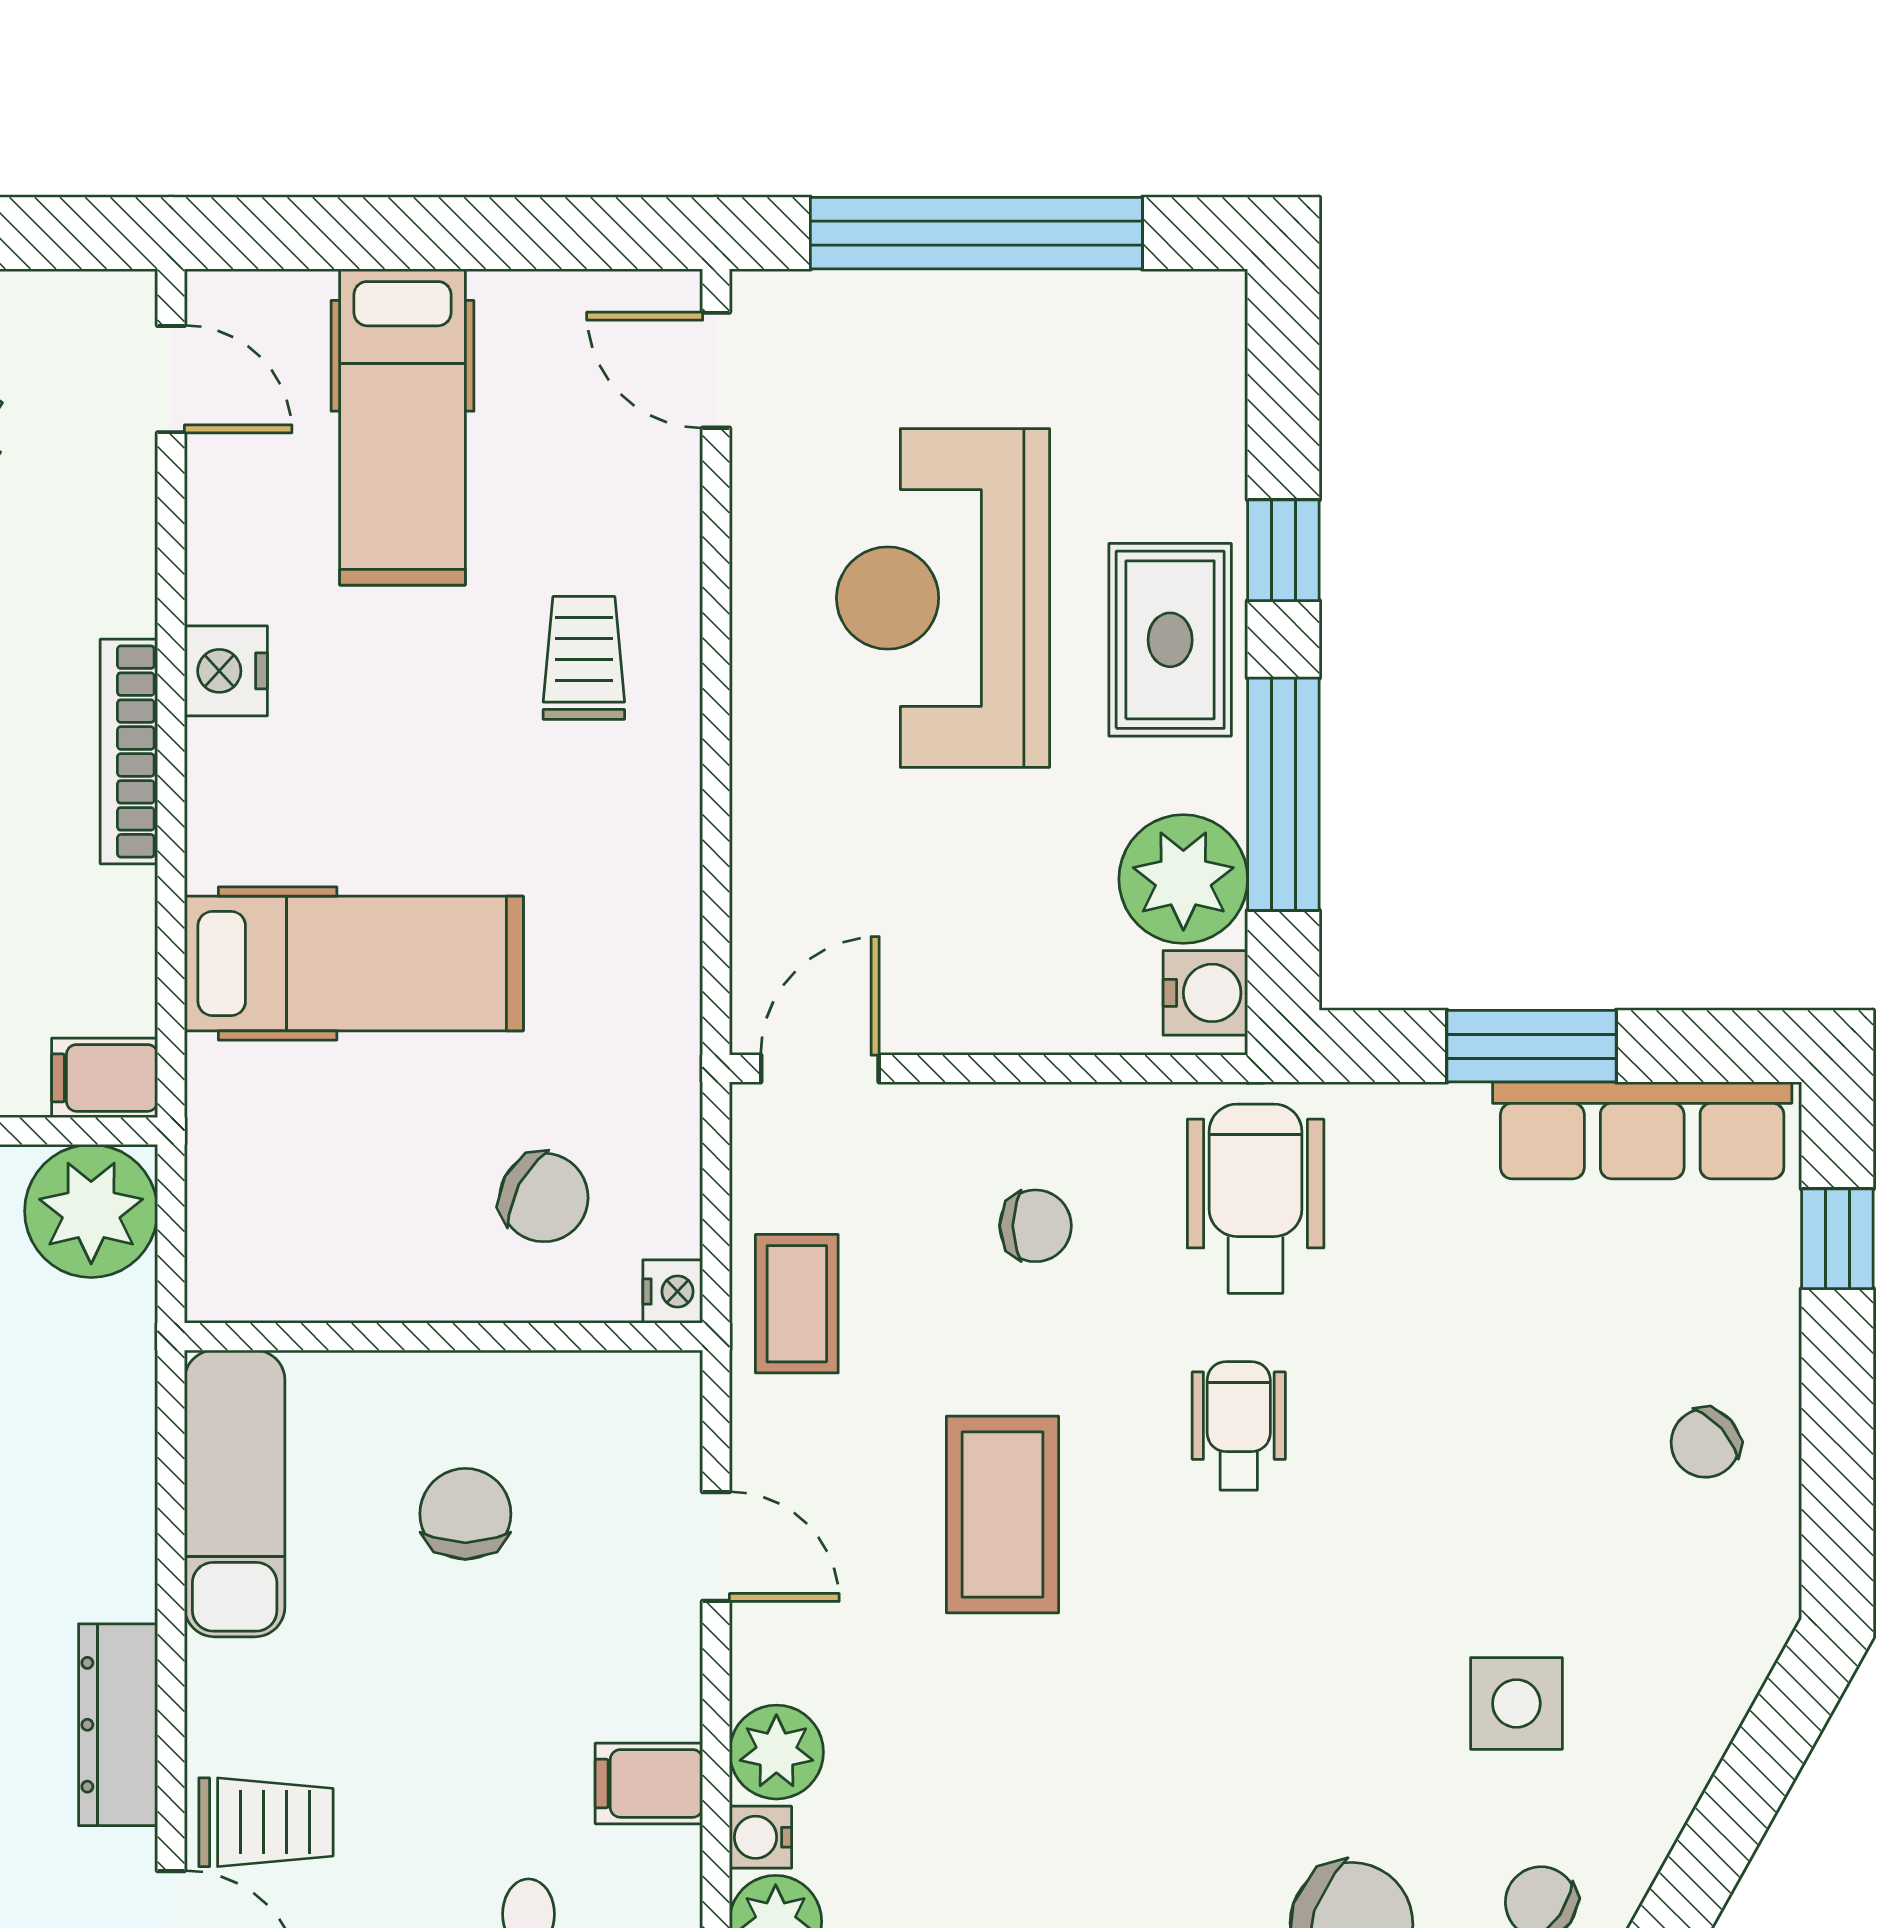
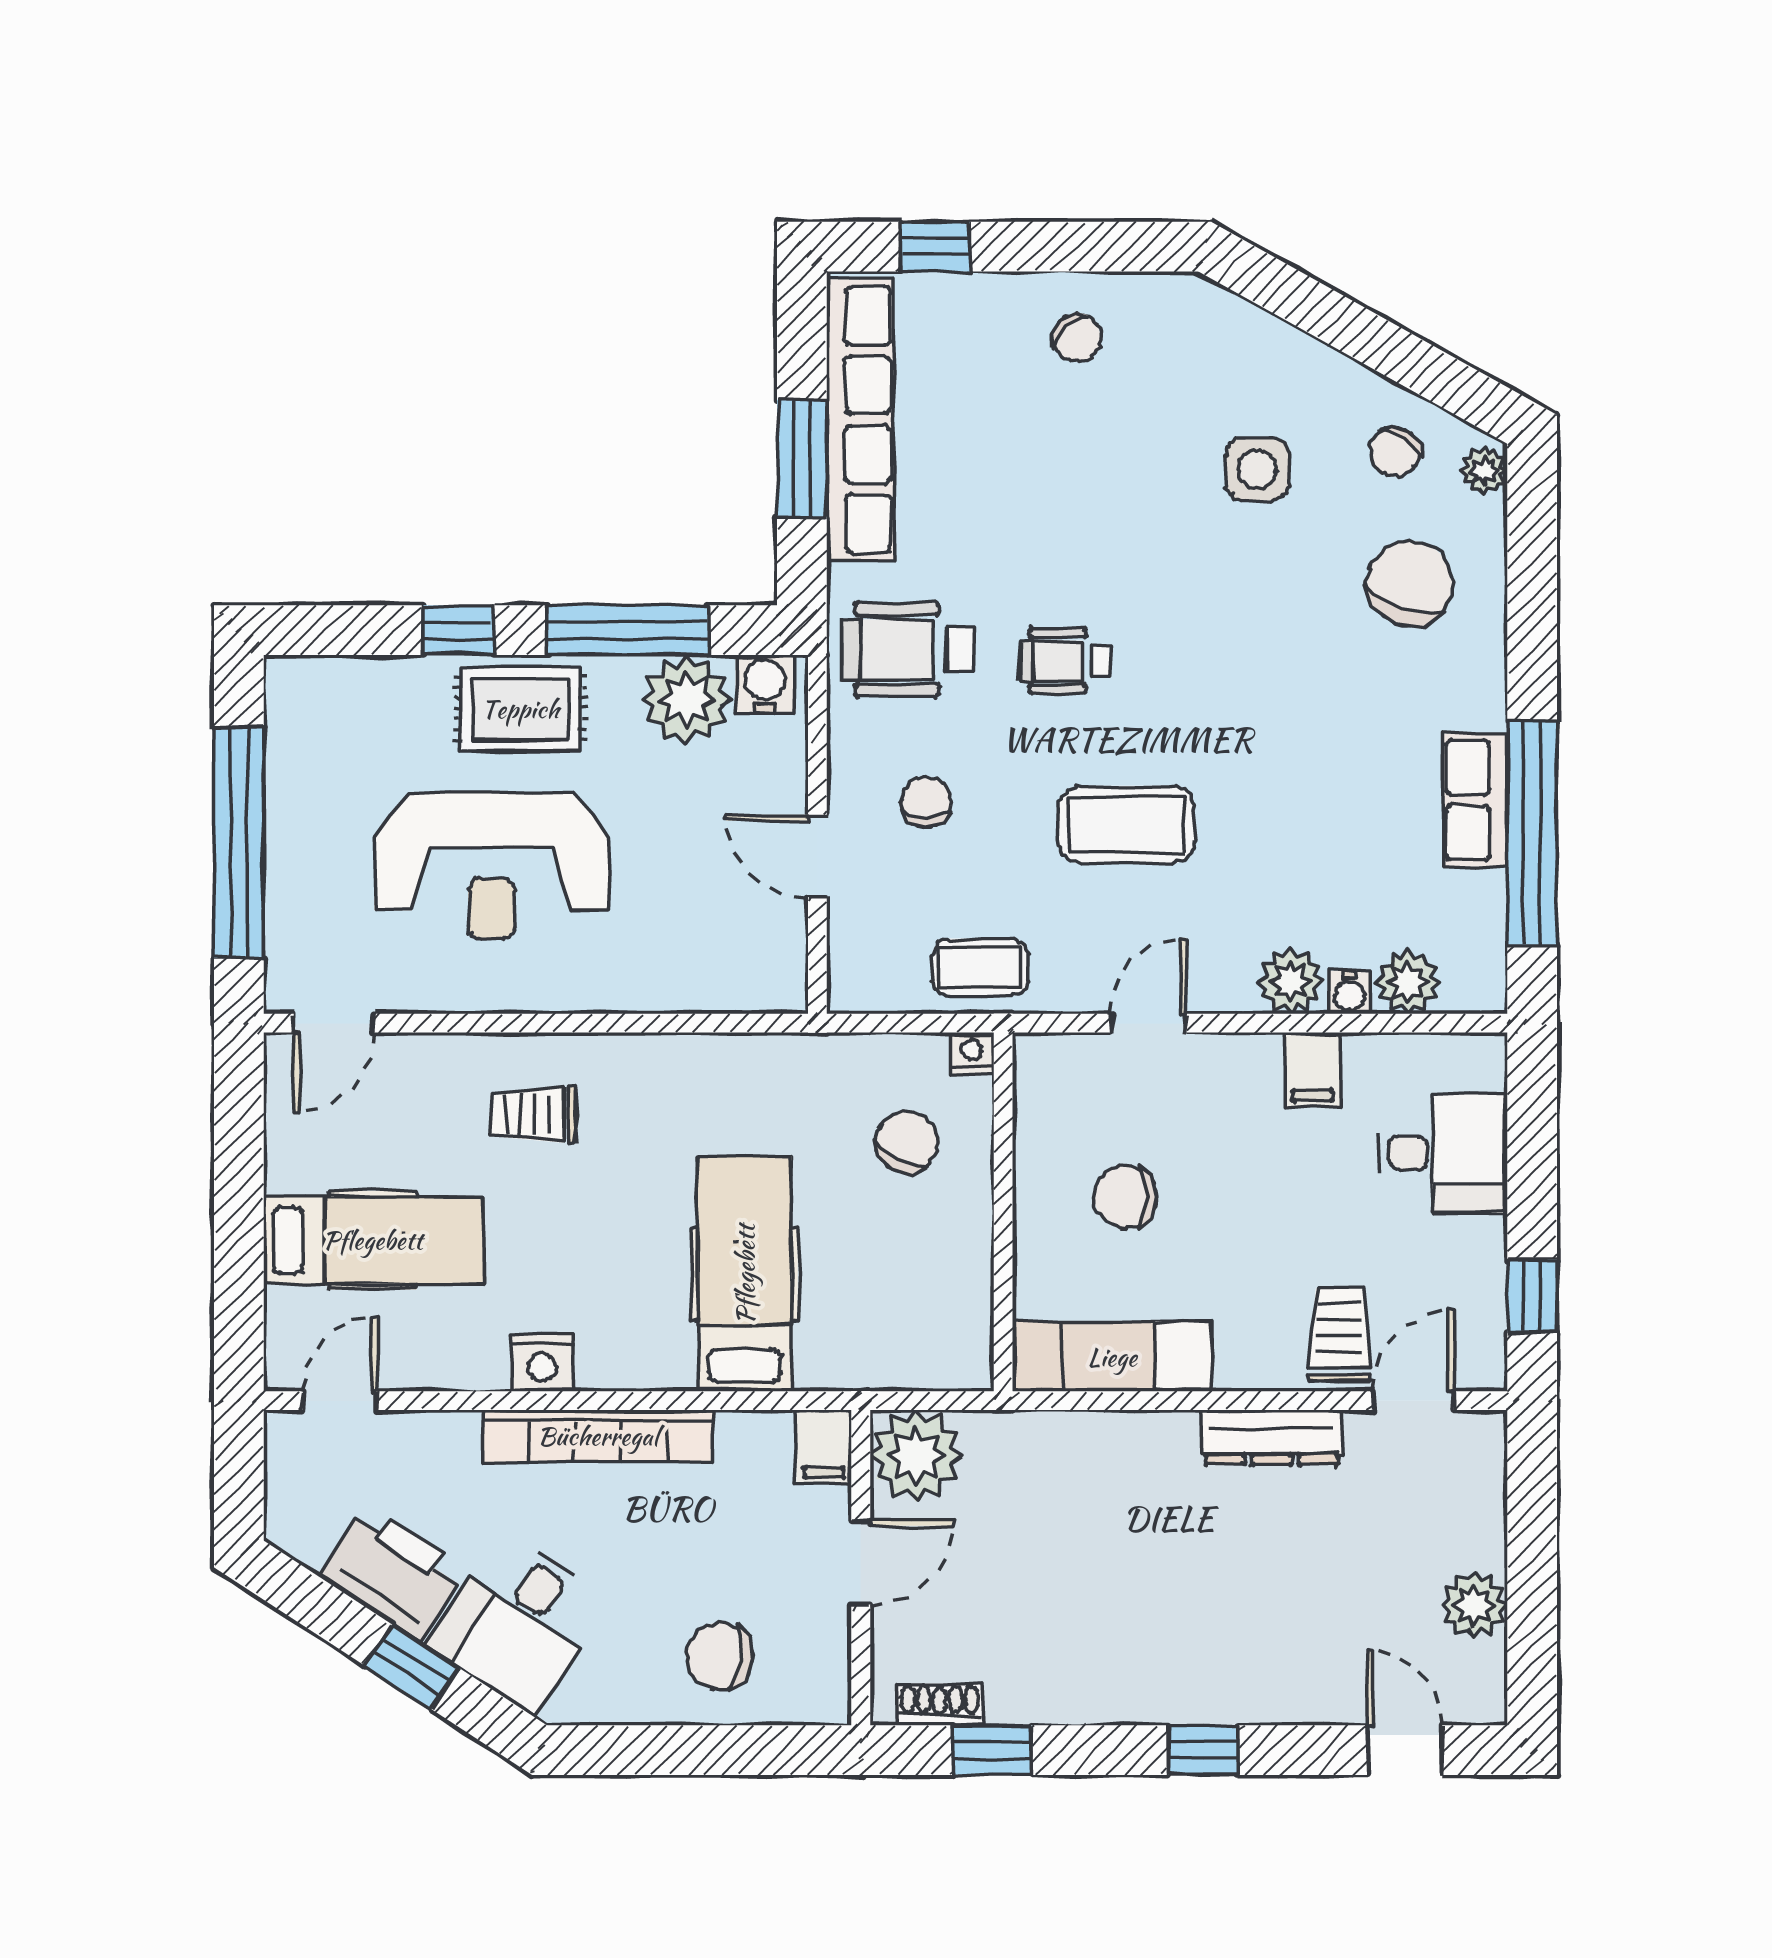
bookcase: (129, 751) -> (598, 1436), width x1.48, depth x1.31
door: (820, 1069) -> (817, 856), moved
row of seats: (1642, 1130) -> (860, 420), width x1.36

